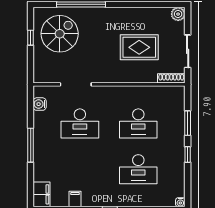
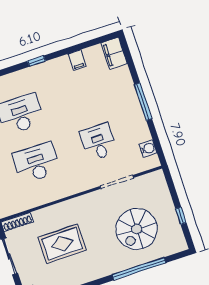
spiral stairs: (60, 34) -> (137, 229), moved
desk: (80, 123) -> (98, 142), width x0.73

